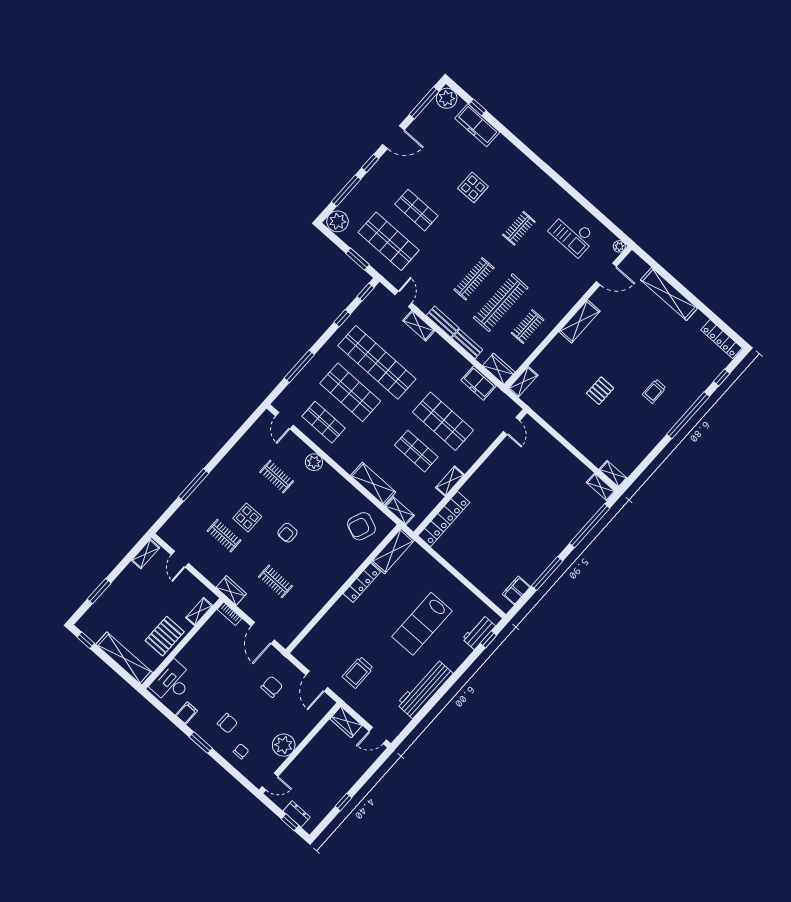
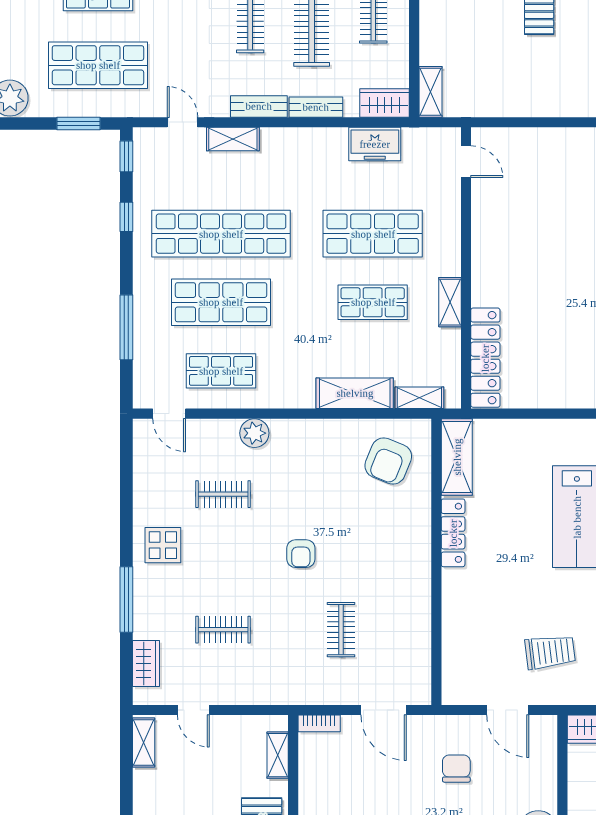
display table: (247, 518) -> (163, 545), moved
clothes rail: (275, 581) -> (341, 630), turned 90
wardrobe: (231, 591) -> (146, 663), moved, turned 90
trolley: (358, 672) -> (550, 652), turned -97

